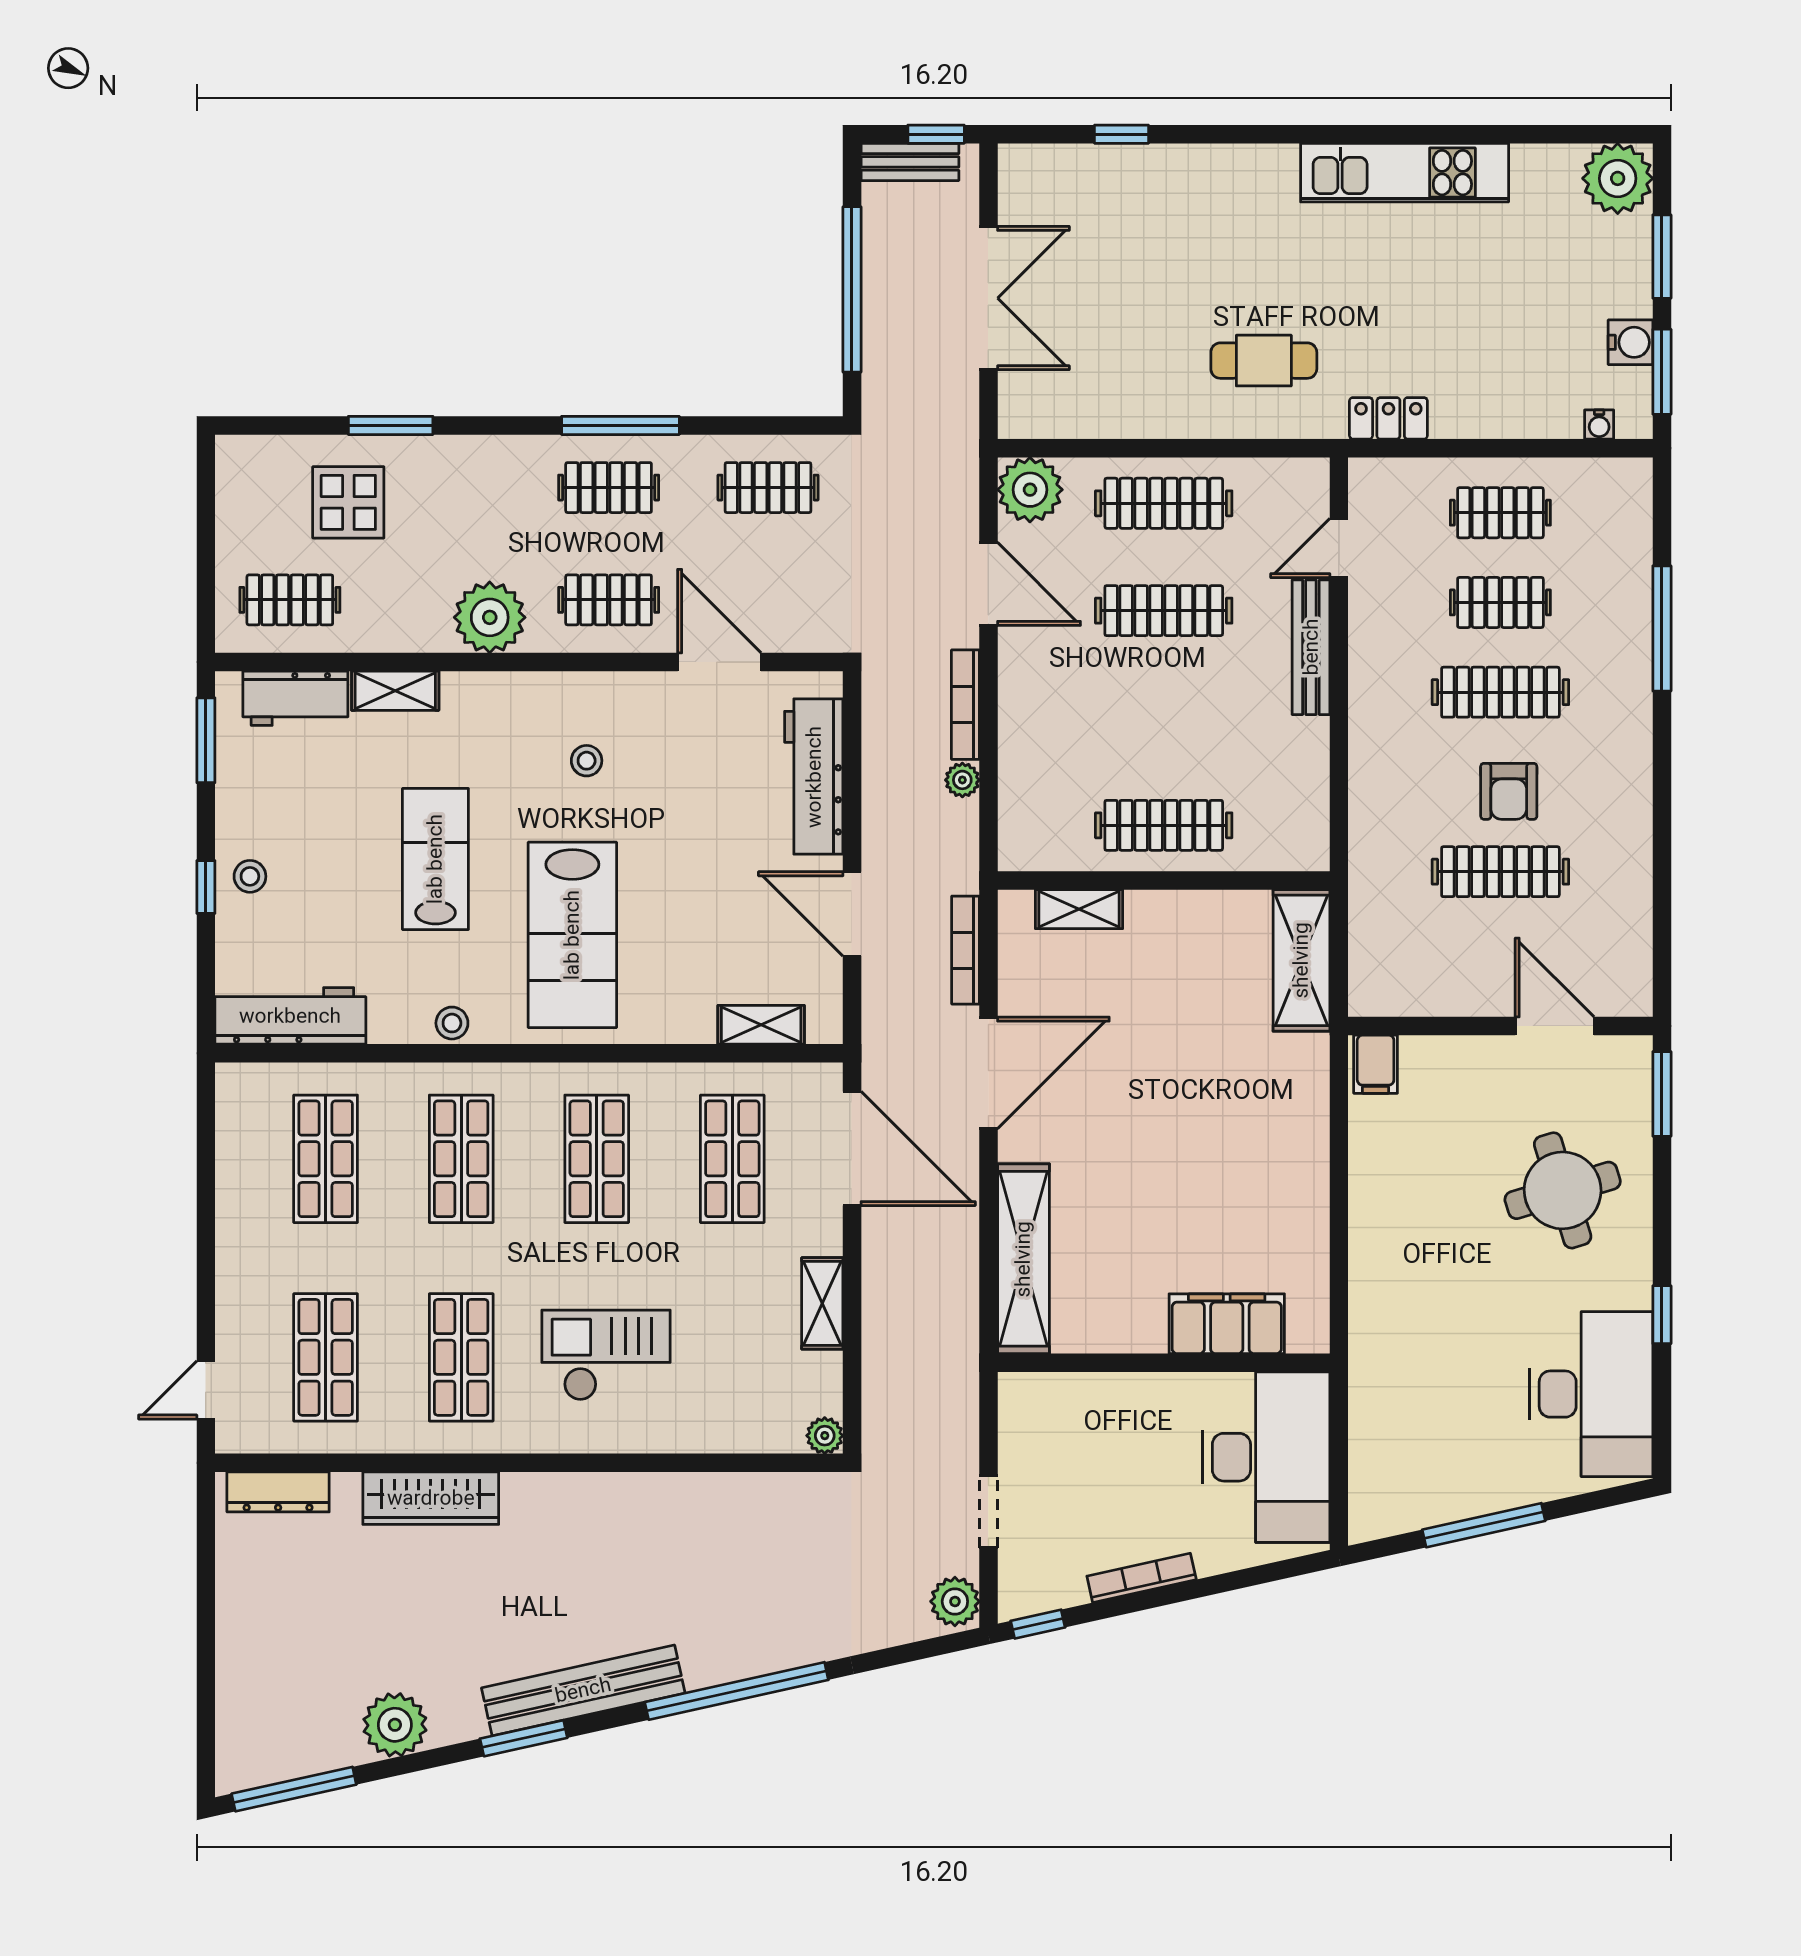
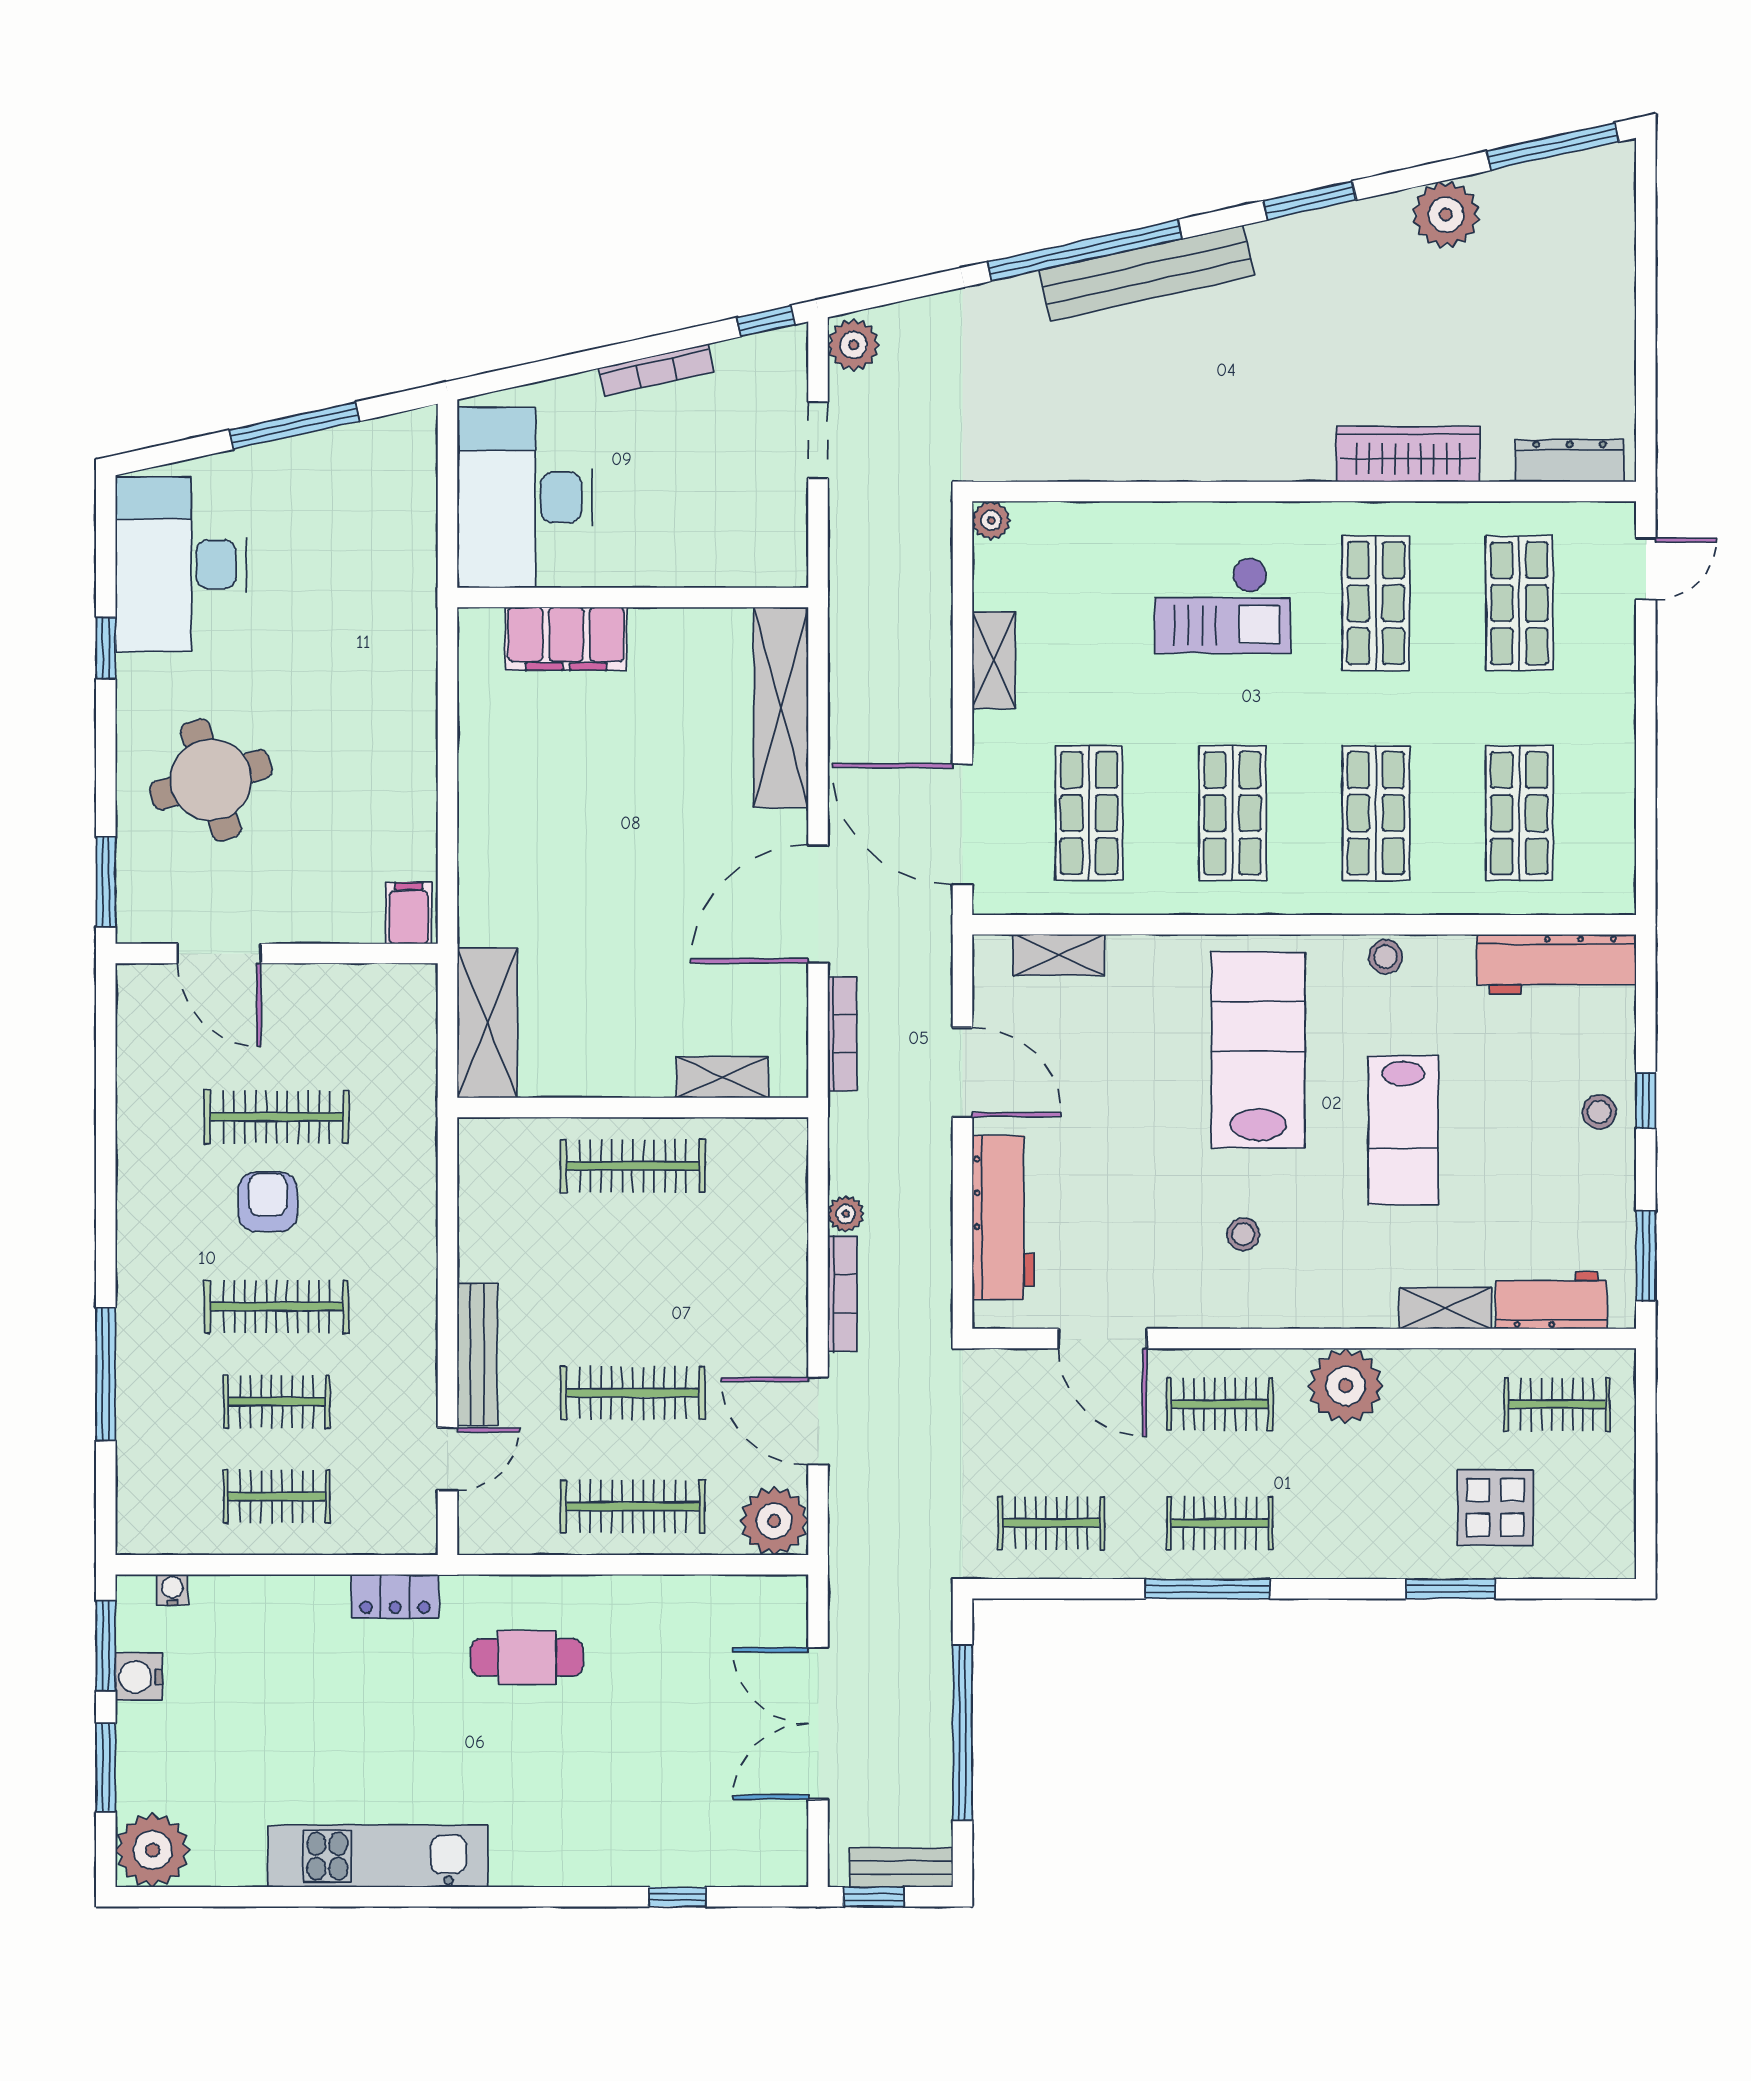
bench: (583, 1690) -> (1147, 273), moved

